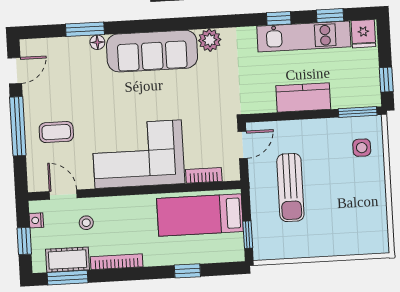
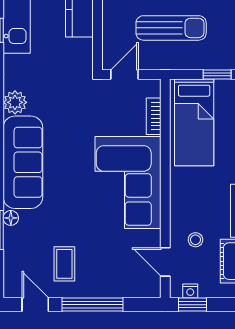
coffee table: (56, 132) -> (64, 264), moved
door: (243, 145) -> (125, 75), hinge flipped
door: (63, 195) -> (165, 262), hinge flipped
window: (24, 241) -> (192, 305), moved

